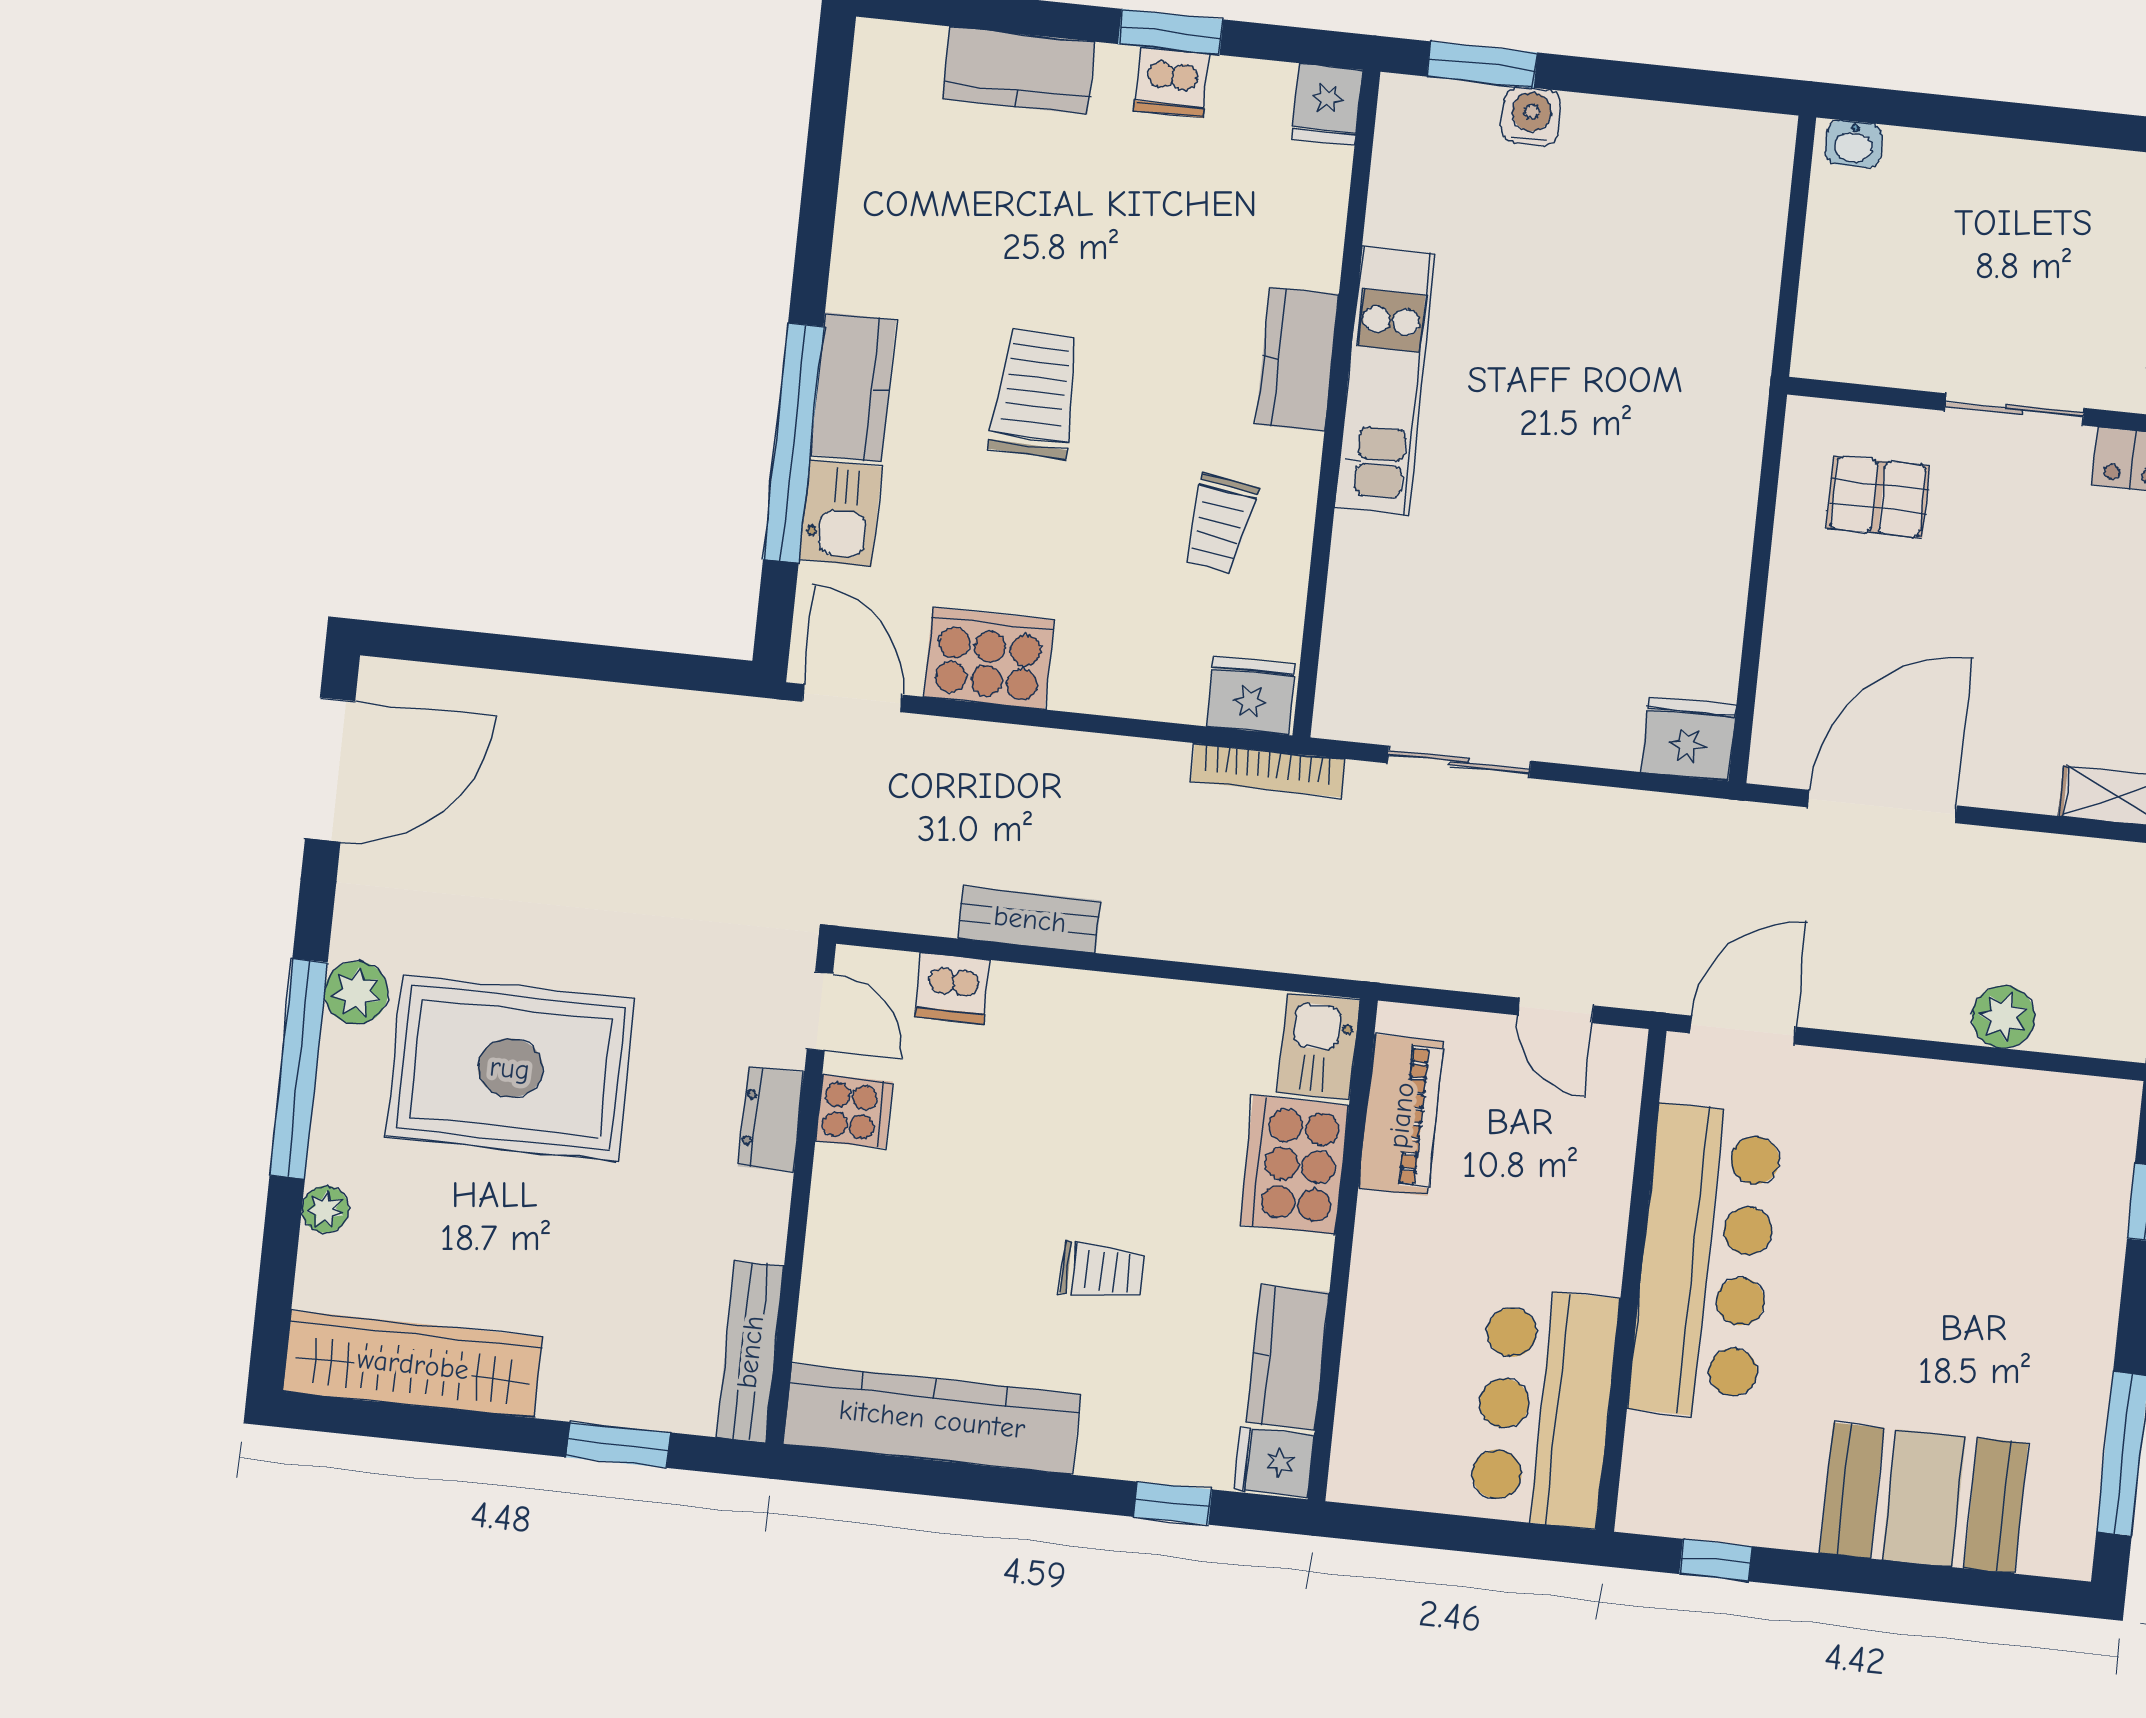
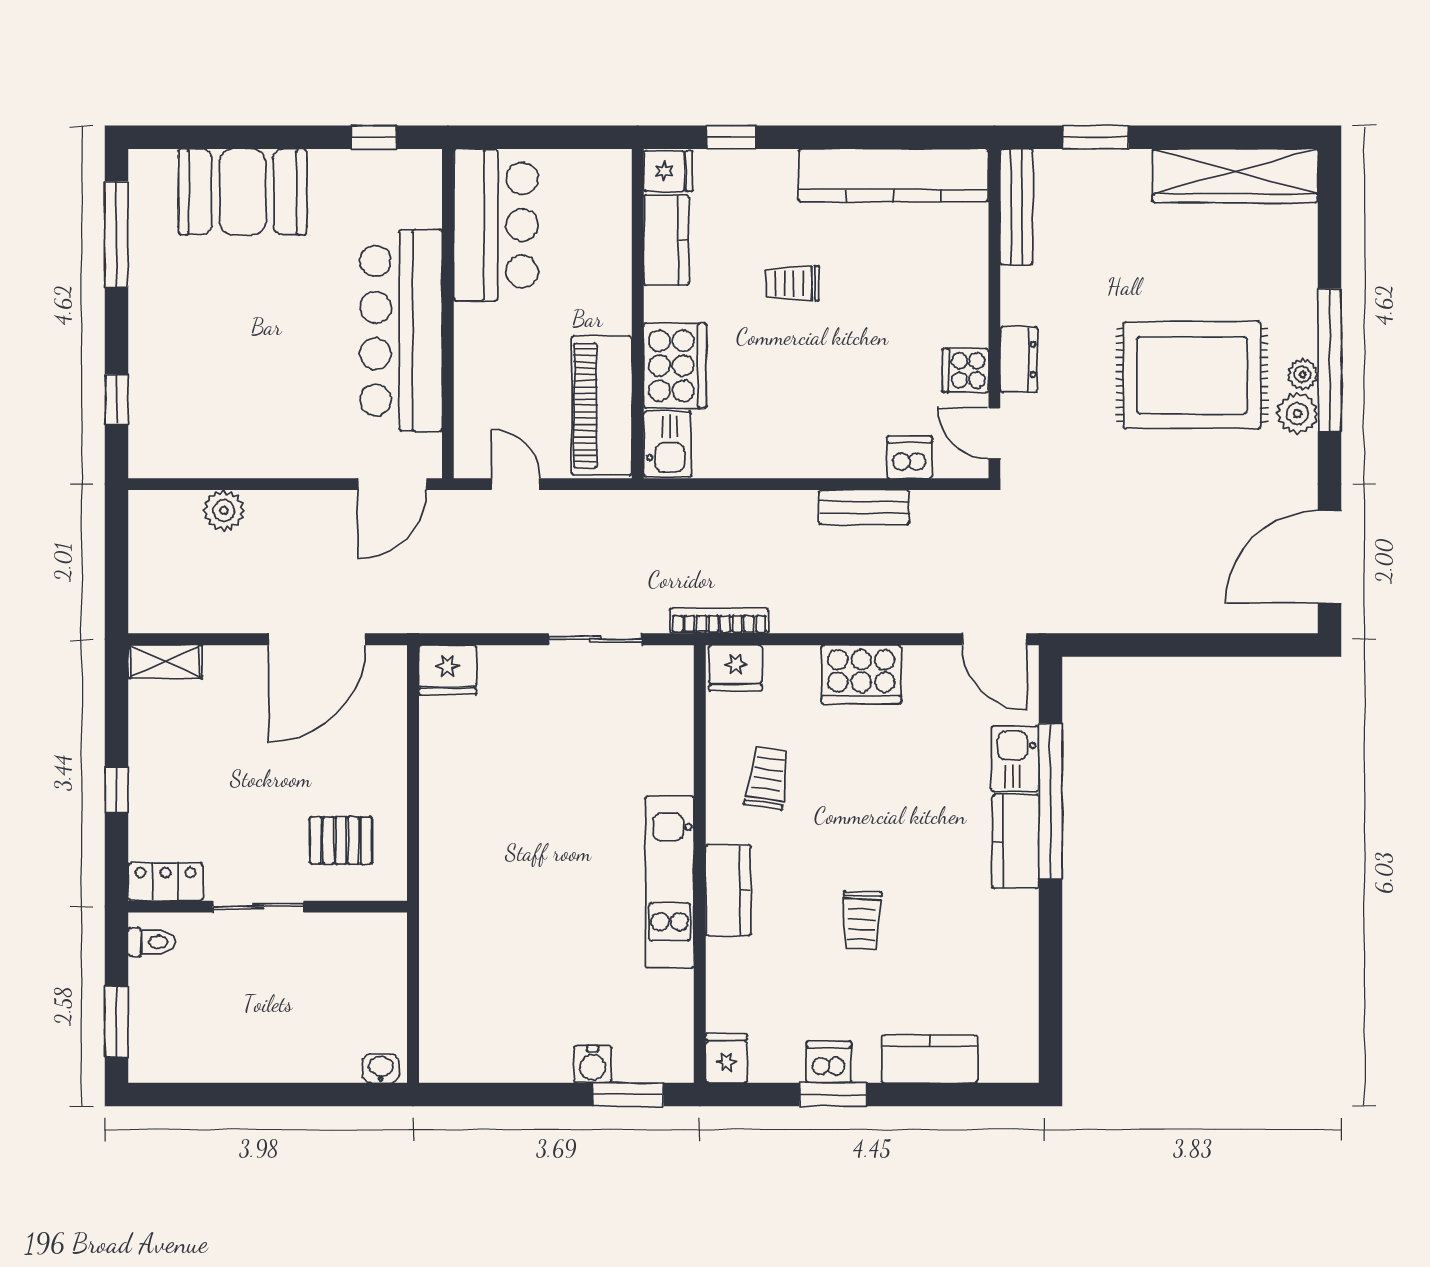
trolley: (1035, 393) -> (862, 920), moved, width x0.73, depth x0.72
cooker: (989, 658) -> (861, 674), moved
piano: (1401, 1115) -> (602, 406), width x1.37, depth x1.33
plant: (325, 1209) -> (1303, 375), moved

